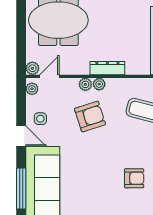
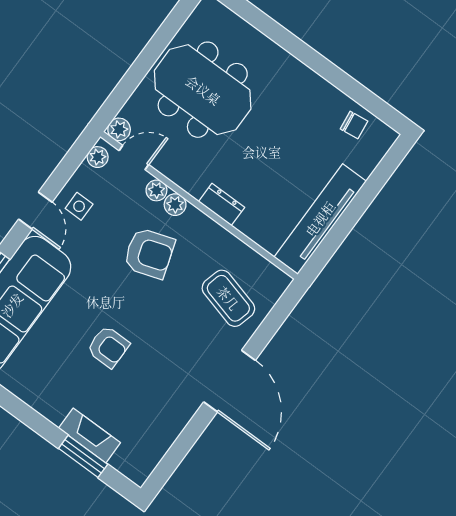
dresser: (107, 68) -> (222, 204), width x0.70
plant: (99, 84) -> (156, 190), moved
armchair: (134, 178) -> (108, 347), moved

